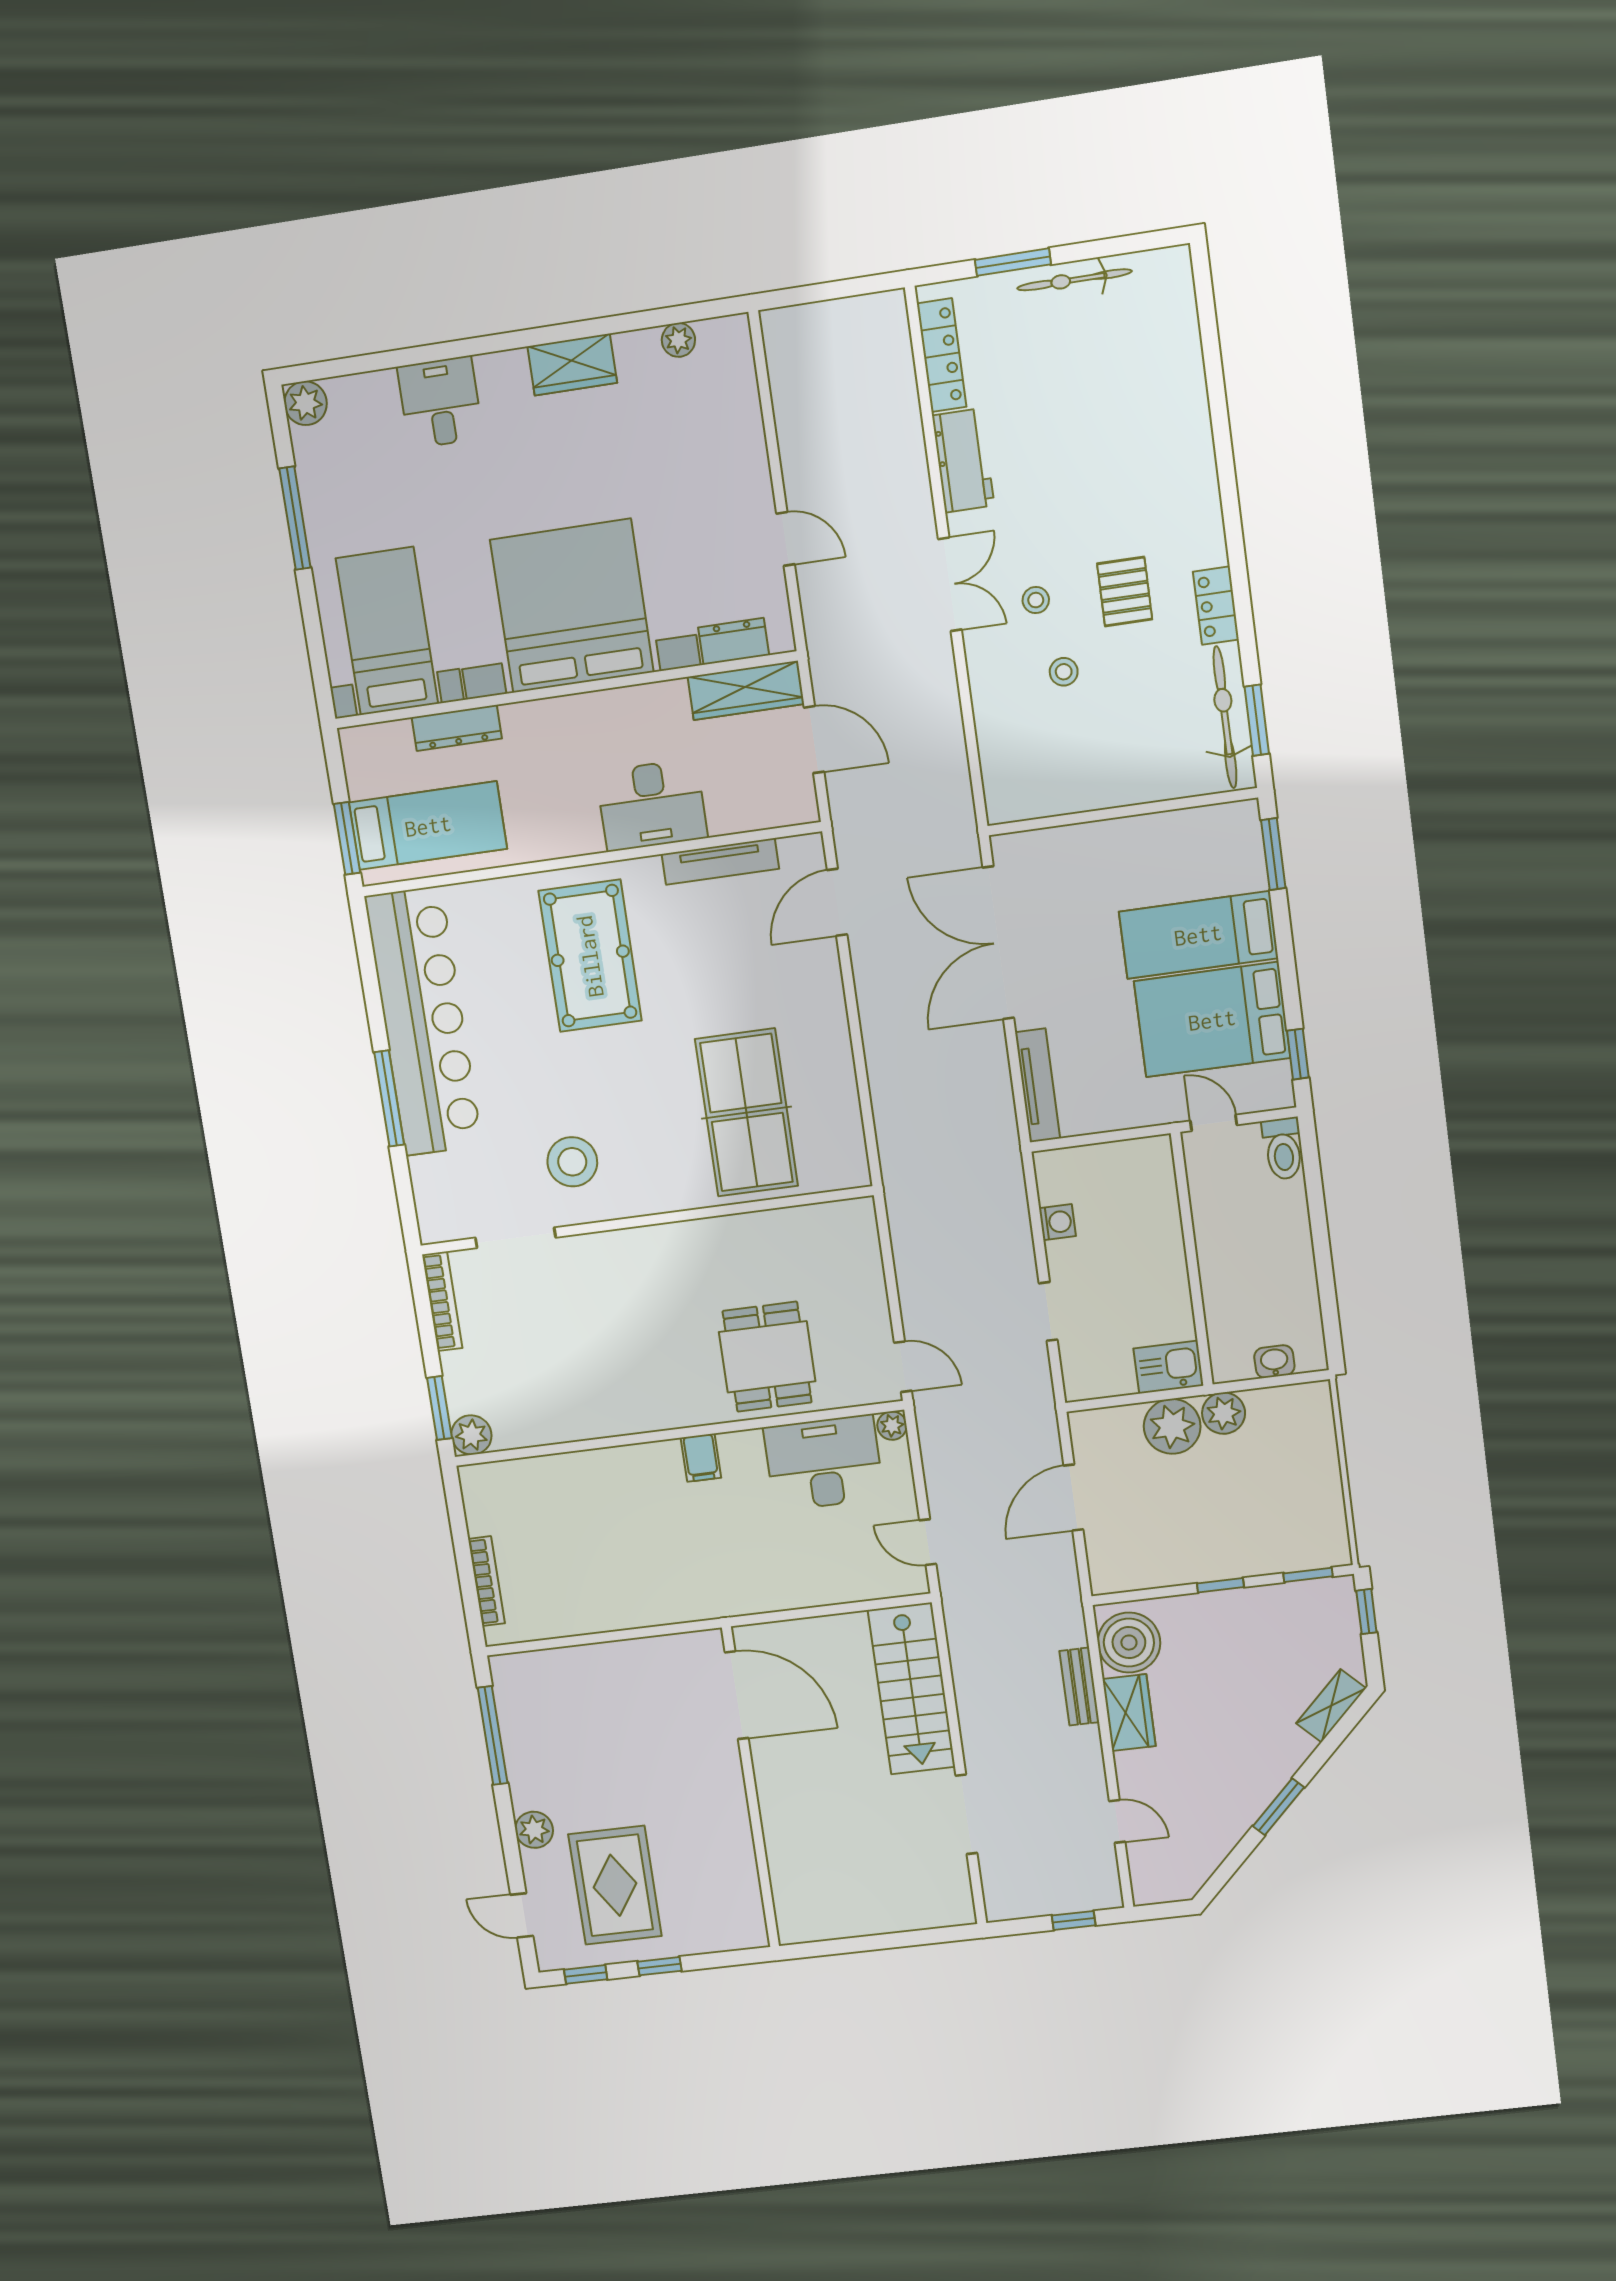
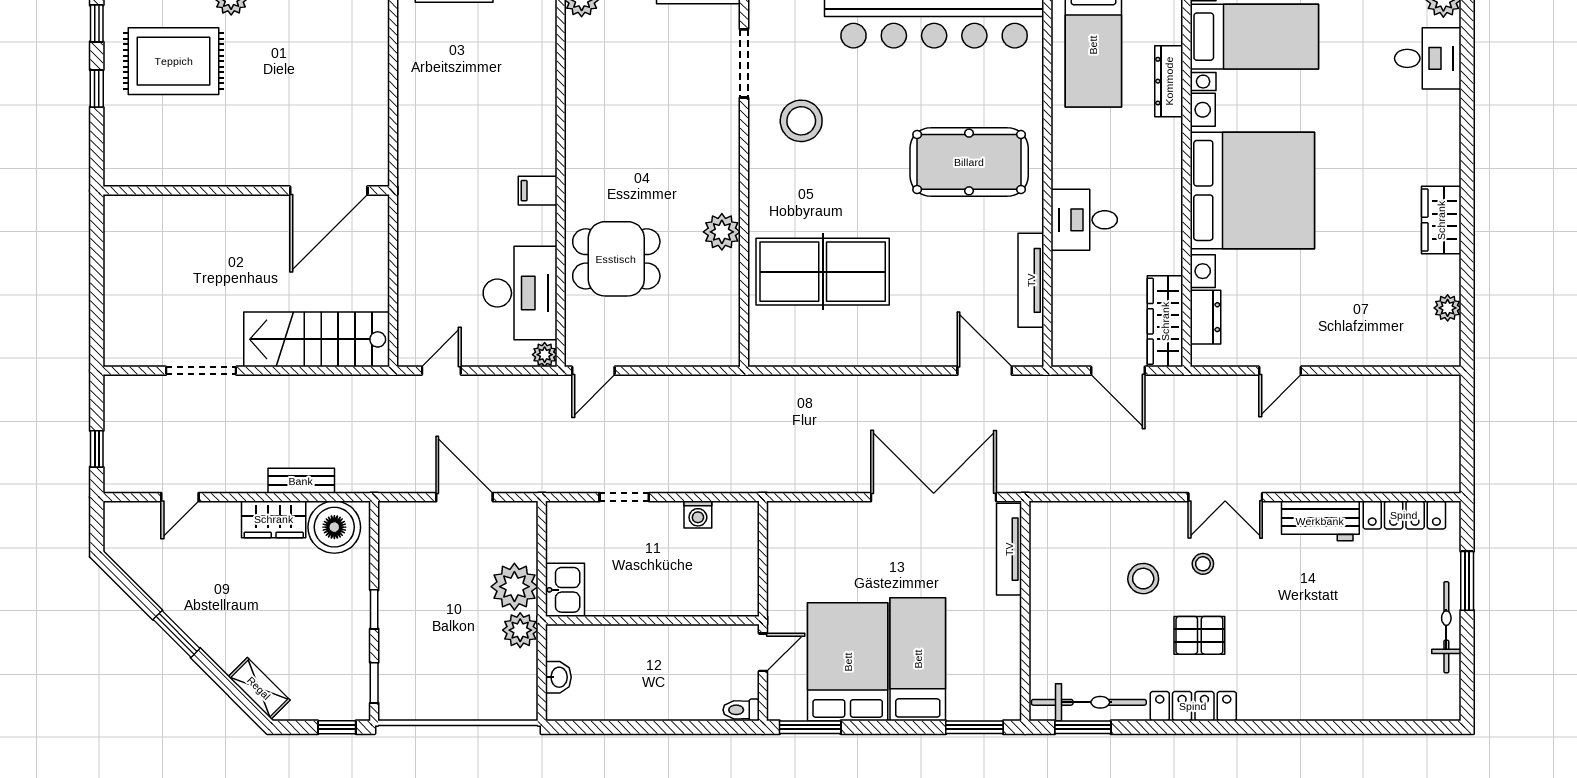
desk: (440, 402) -> (1428, 58), moved
locker: (1216, 606) -> (1193, 706), width x1.53
stool: (1064, 672) -> (1143, 579), width x1.37, depth x1.37
door: (814, 740) -> (1118, 371), hinge flipped
desk: (652, 805) -> (1084, 220), width x0.73
window: (1298, 1054) -> (810, 727), width x1.50
tv unit: (1038, 1086) -> (1009, 549), moved, turned 90
toilet: (1283, 1149) -> (741, 710), width x0.73, depth x0.72
plant: (717, 1238) -> (722, 232), added

